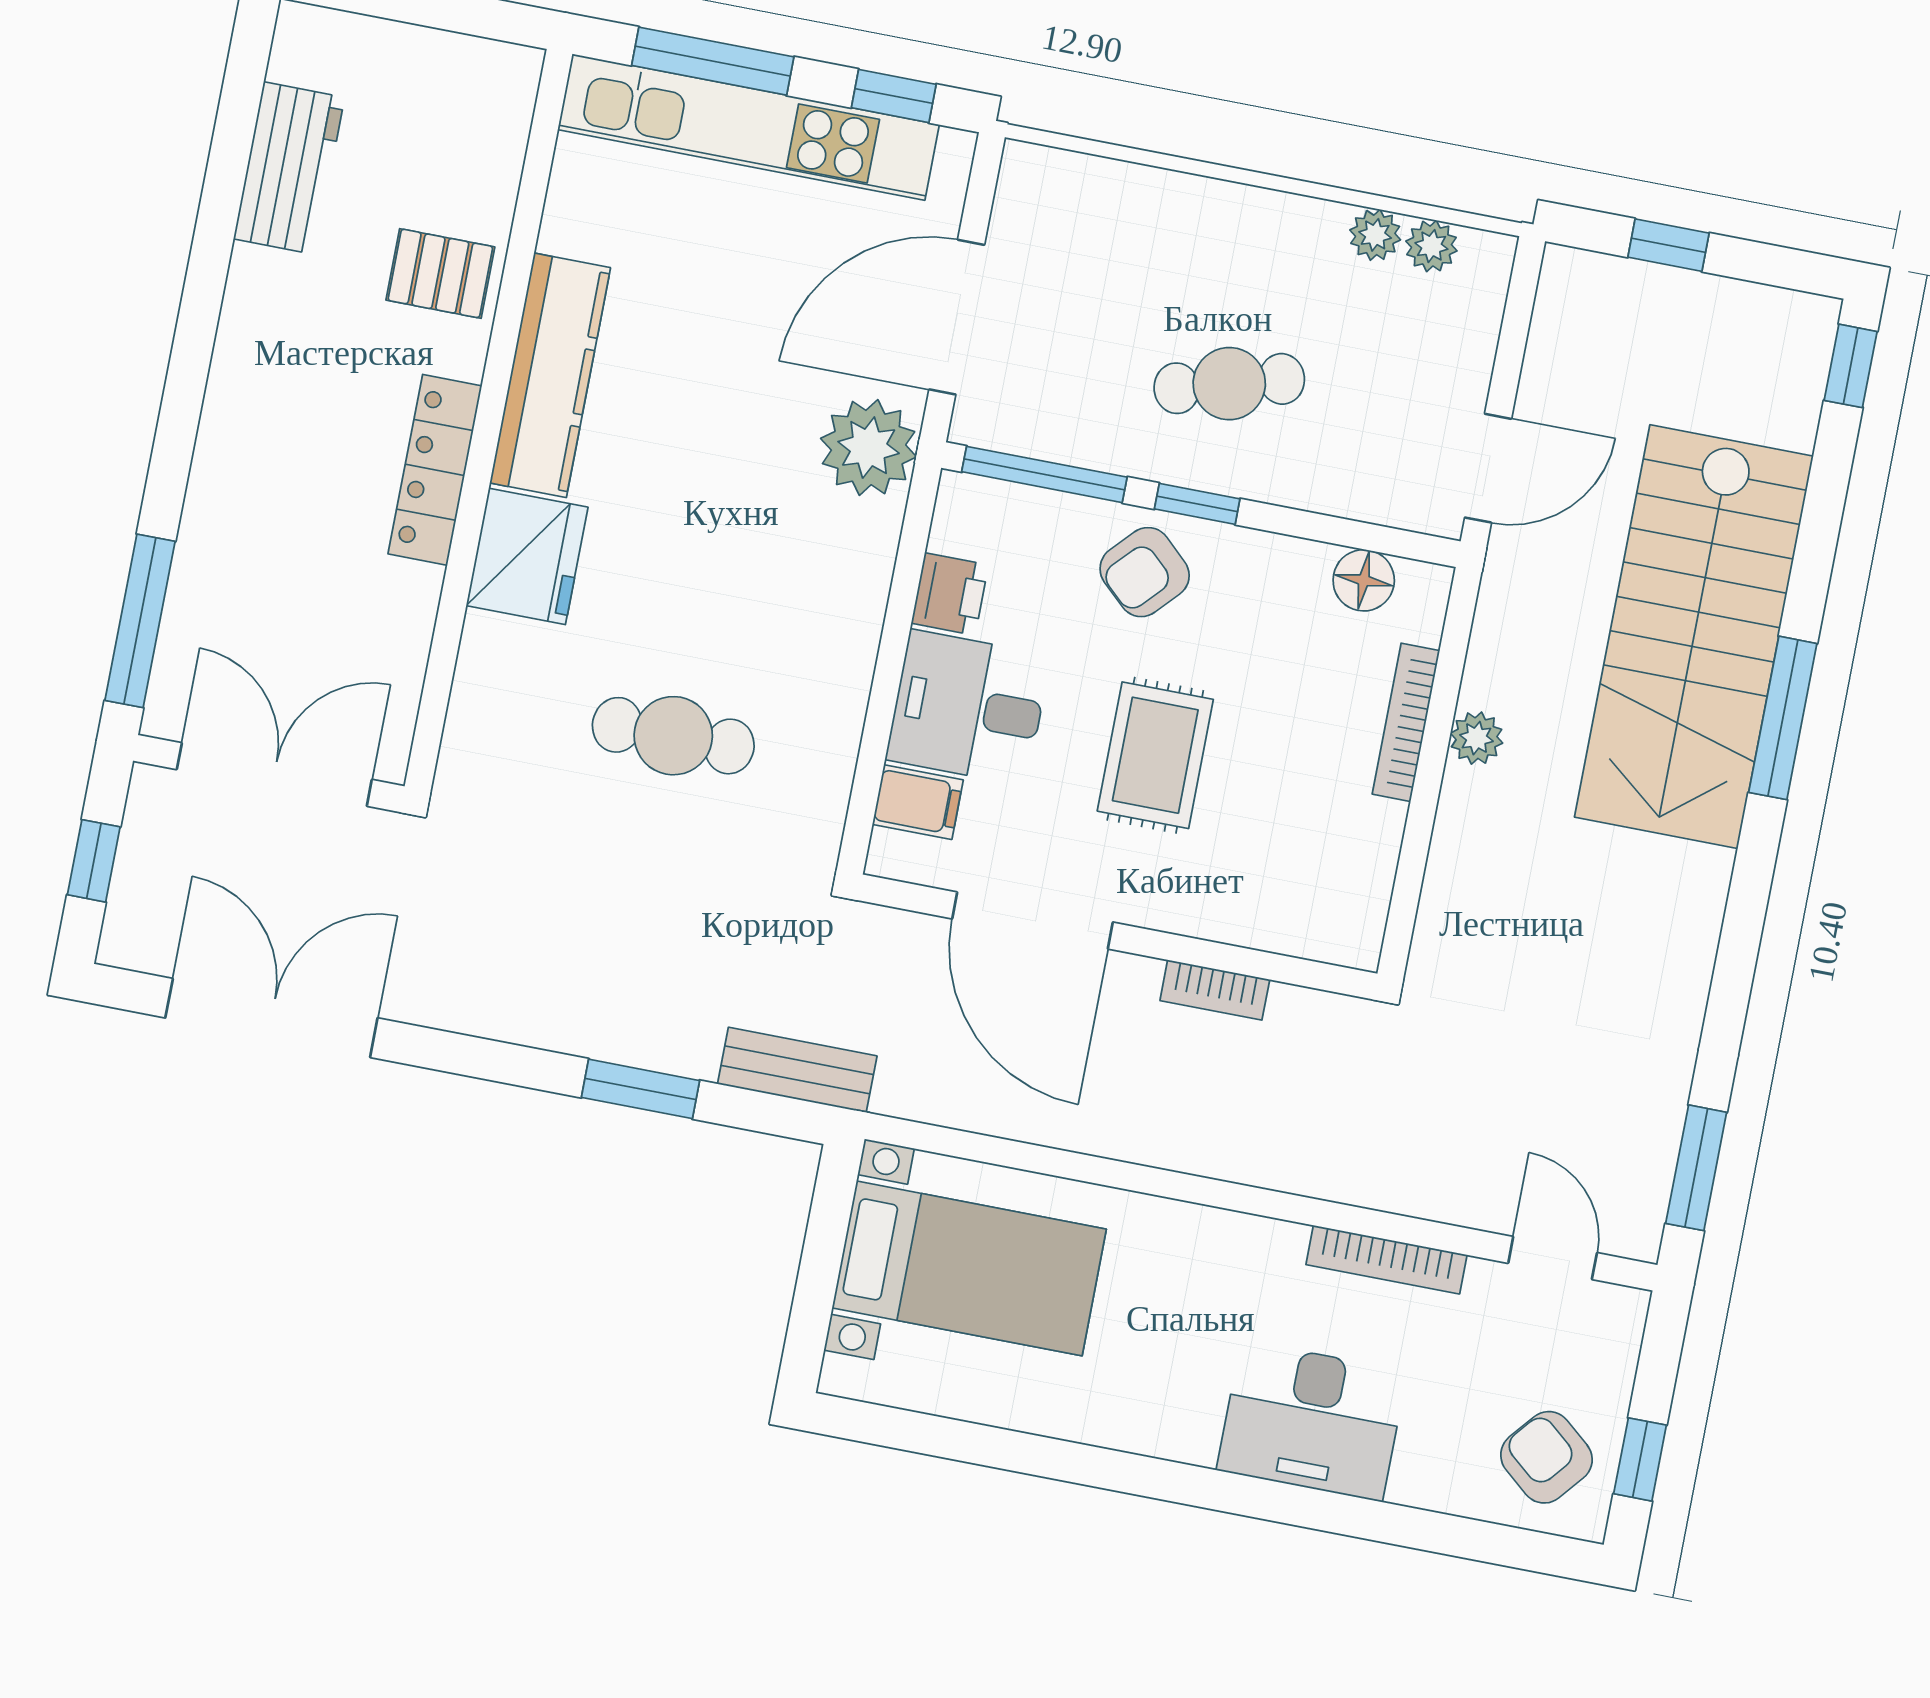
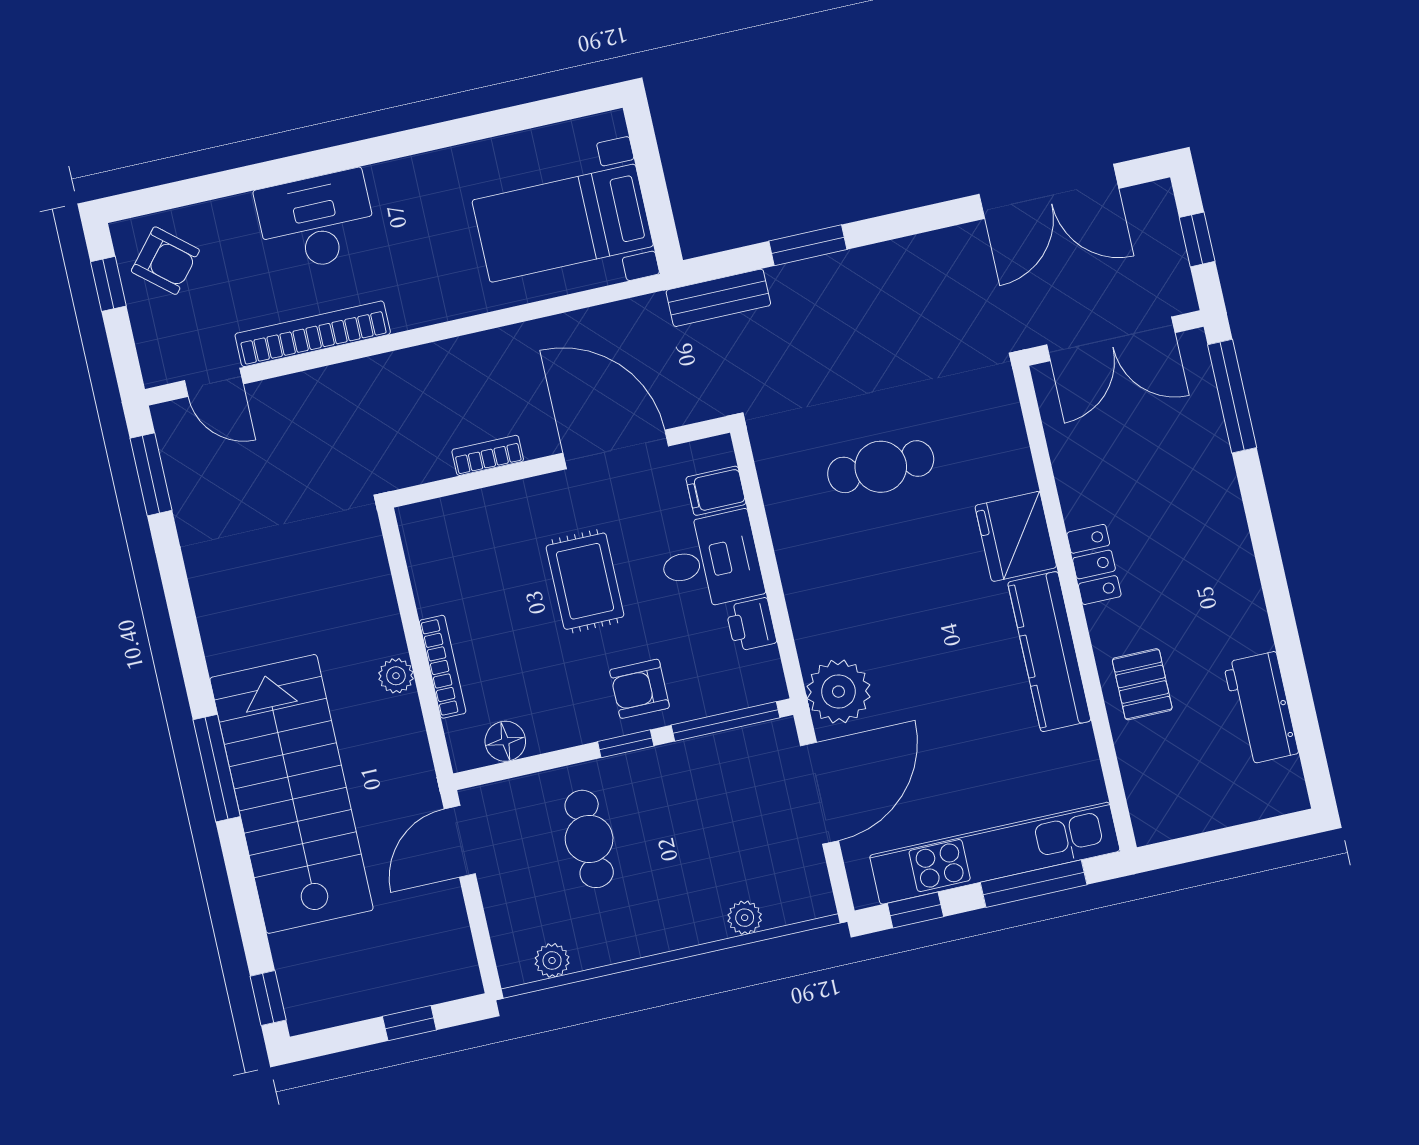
plant: (1375, 235) -> (745, 918), moved
pallet: (440, 273) -> (1142, 684), turned 90
cafe table: (1229, 384) -> (589, 839), moved, turned -74
locker: (435, 470) -> (1094, 564), width x0.66
armchair: (1145, 572) -> (640, 689), turned -133
bookcase: (1386, 1260) -> (313, 334), width x1.48, depth x1.31

